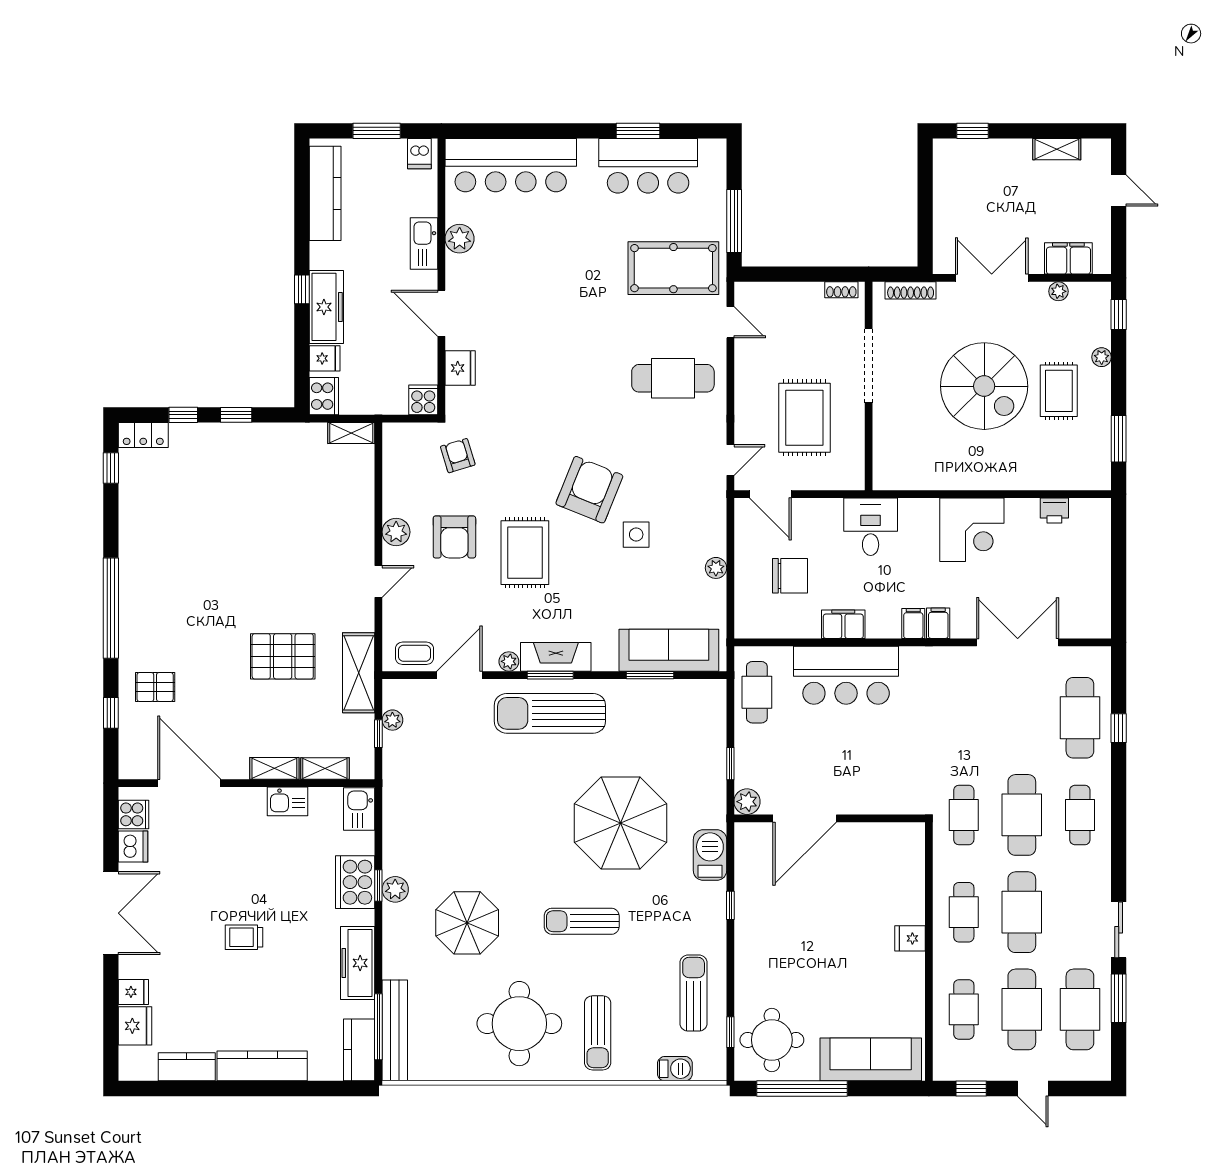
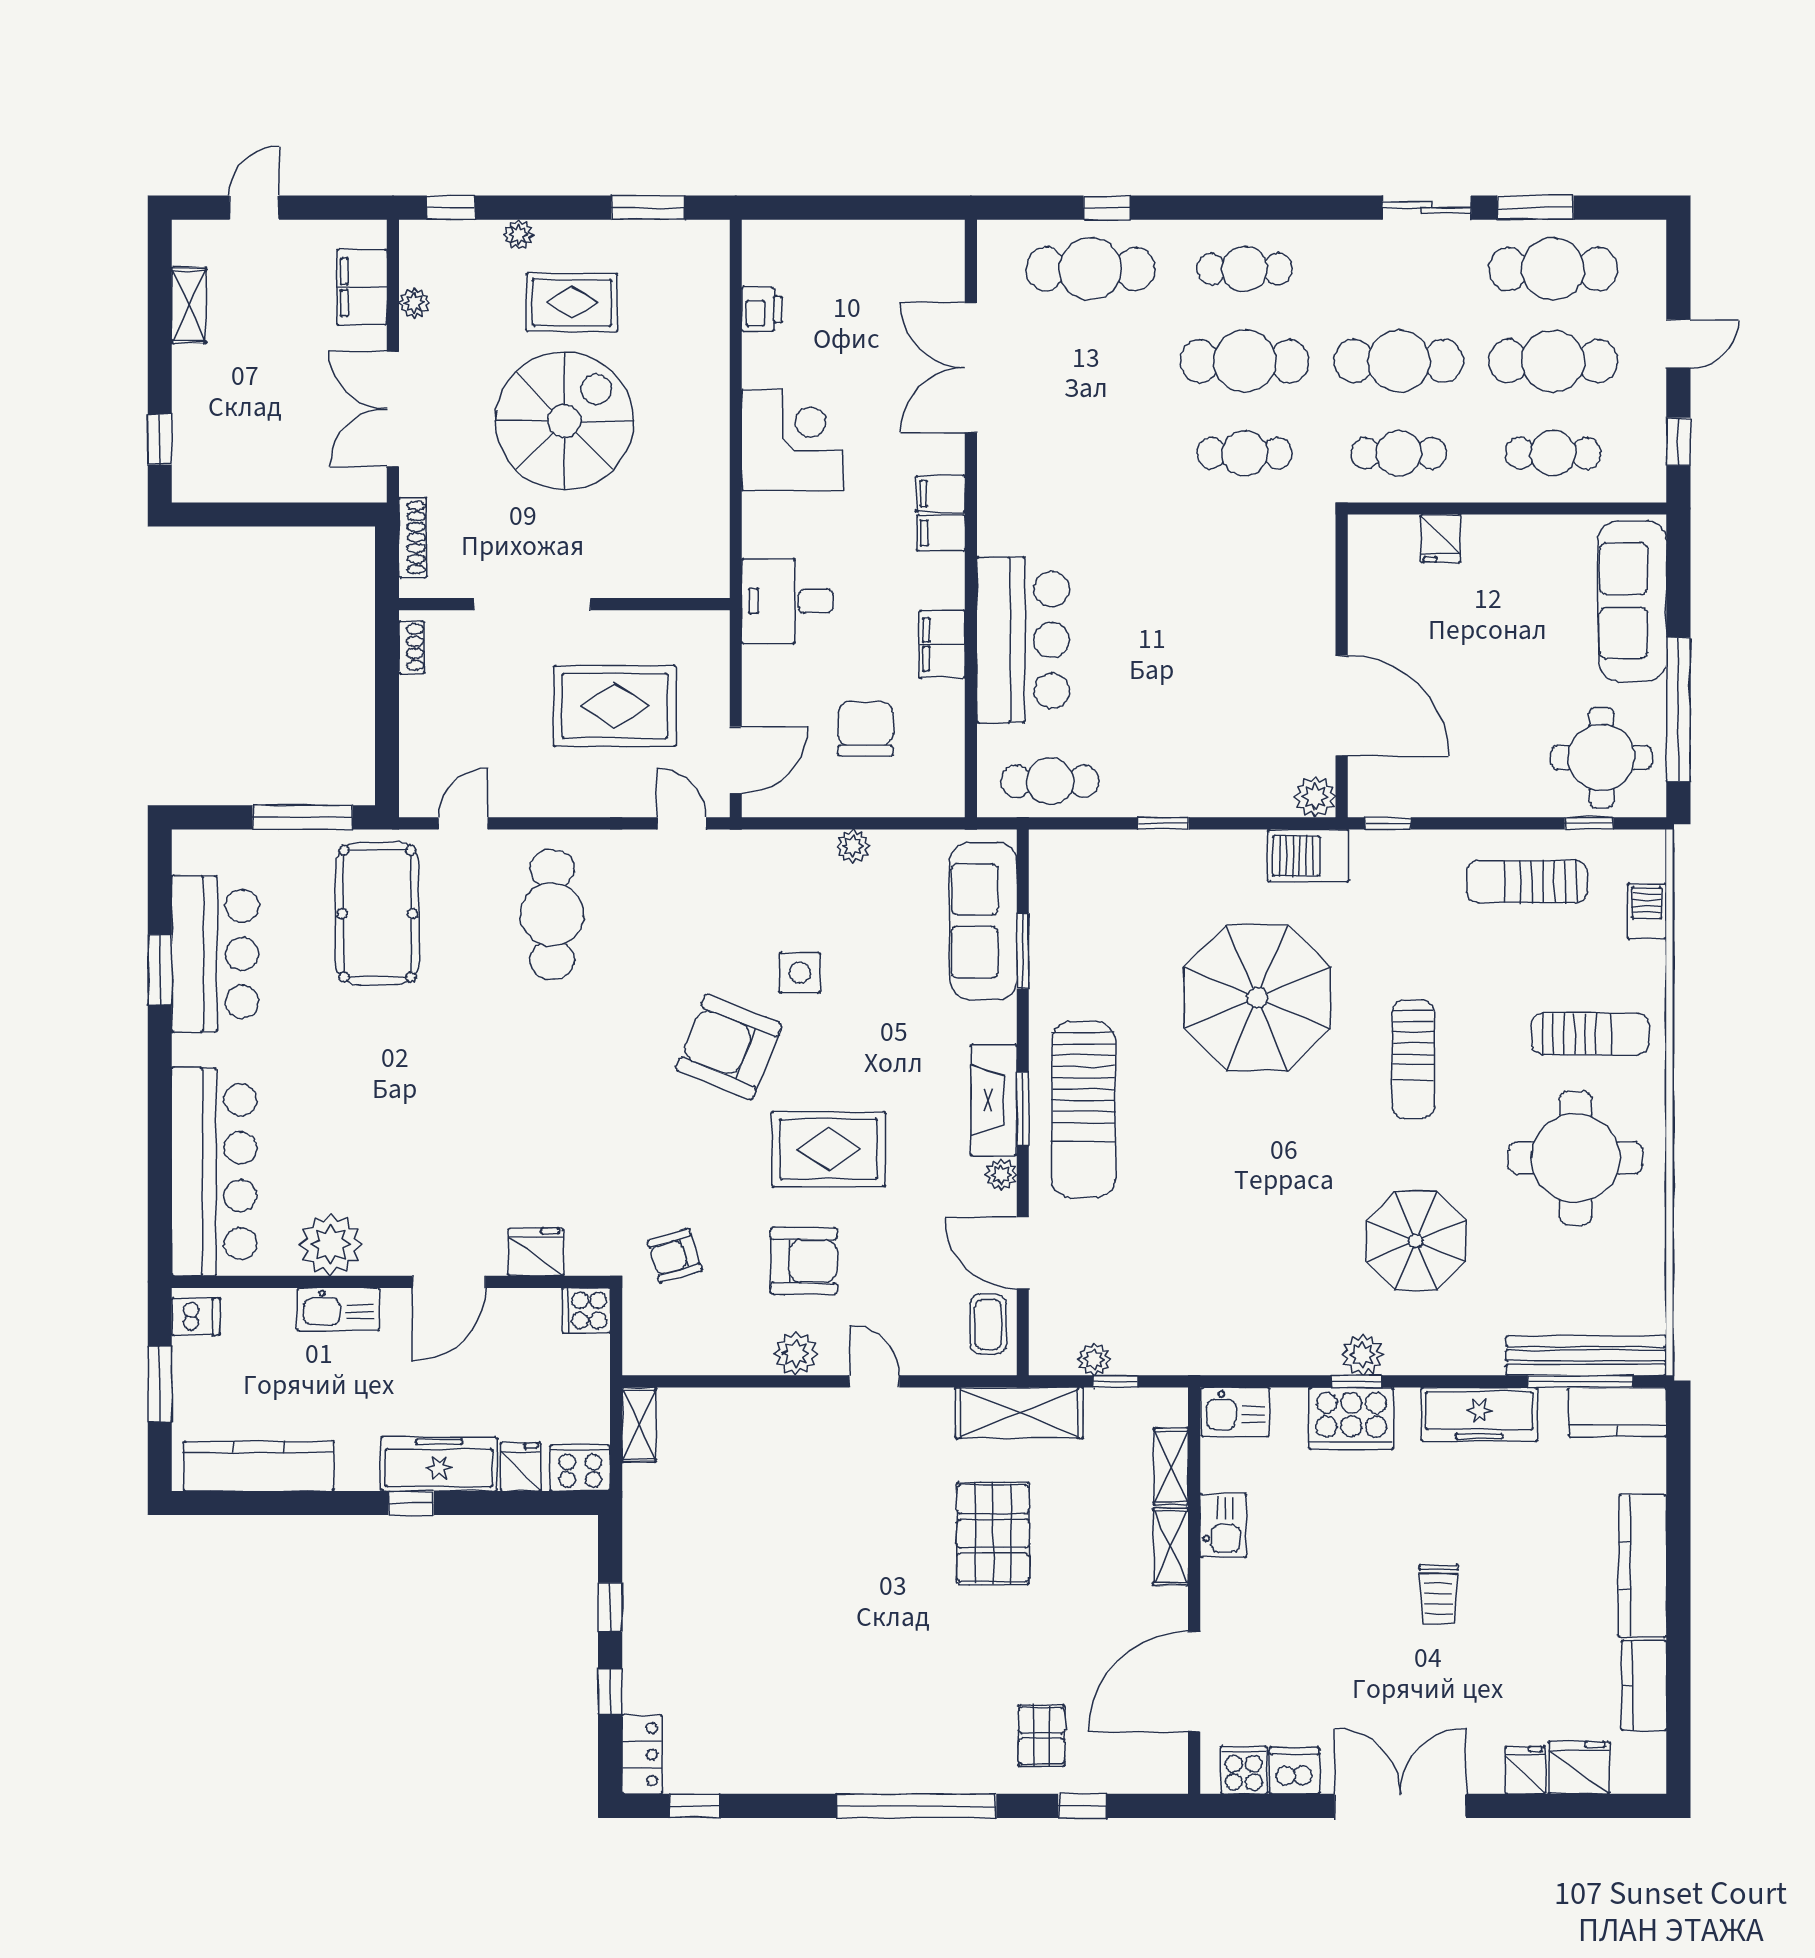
plant: (460, 239) -> (331, 1245), width x1.36, depth x1.36
plant: (747, 802) -> (1315, 797), moved
door: (805, 818) -> (1342, 706), moved
wall: (830, 818) -> (1342, 666), moved

